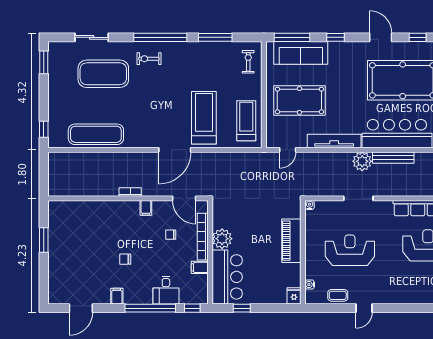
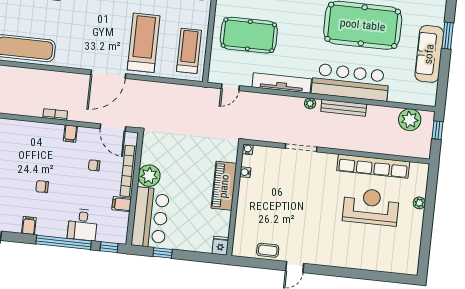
plant: (362, 161) -> (310, 103), width x0.53, depth x0.53
reception desk: (350, 250) -> (286, 203), removed
water cooler: (310, 285) -> (245, 172), moved

